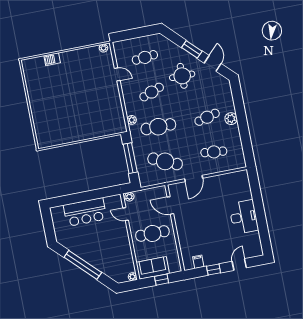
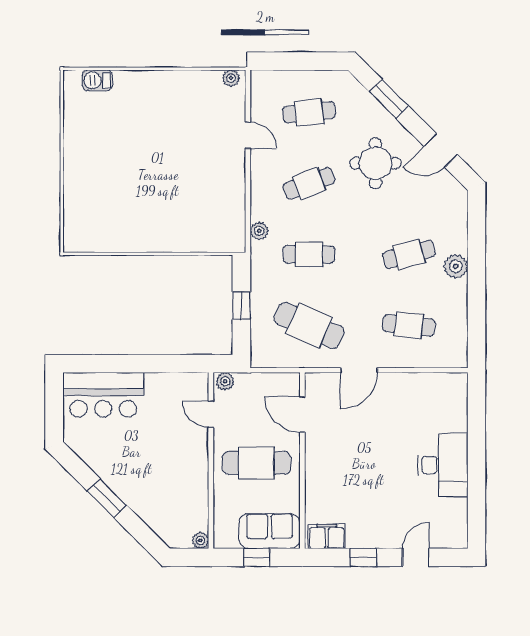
window: (192, 49) -> (389, 99), moved
barbecue: (52, 59) -> (97, 80), moved
door: (213, 63) -> (441, 150), swing flipped
cafe table: (158, 127) -> (309, 254), width x0.73, depth x0.74
window: (130, 158) -> (241, 306), width x0.46
bar counter: (85, 212) -> (103, 395), moved
filing cabinet: (198, 262) -> (327, 536), width x2.00
window: (83, 265) -> (107, 498), width x0.47
sofa: (153, 268) -> (269, 531), moved

